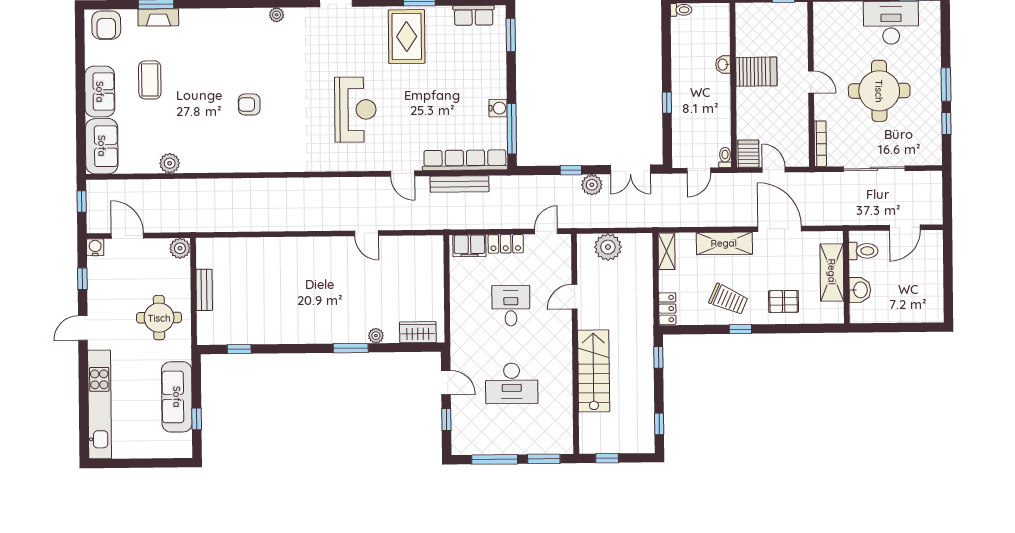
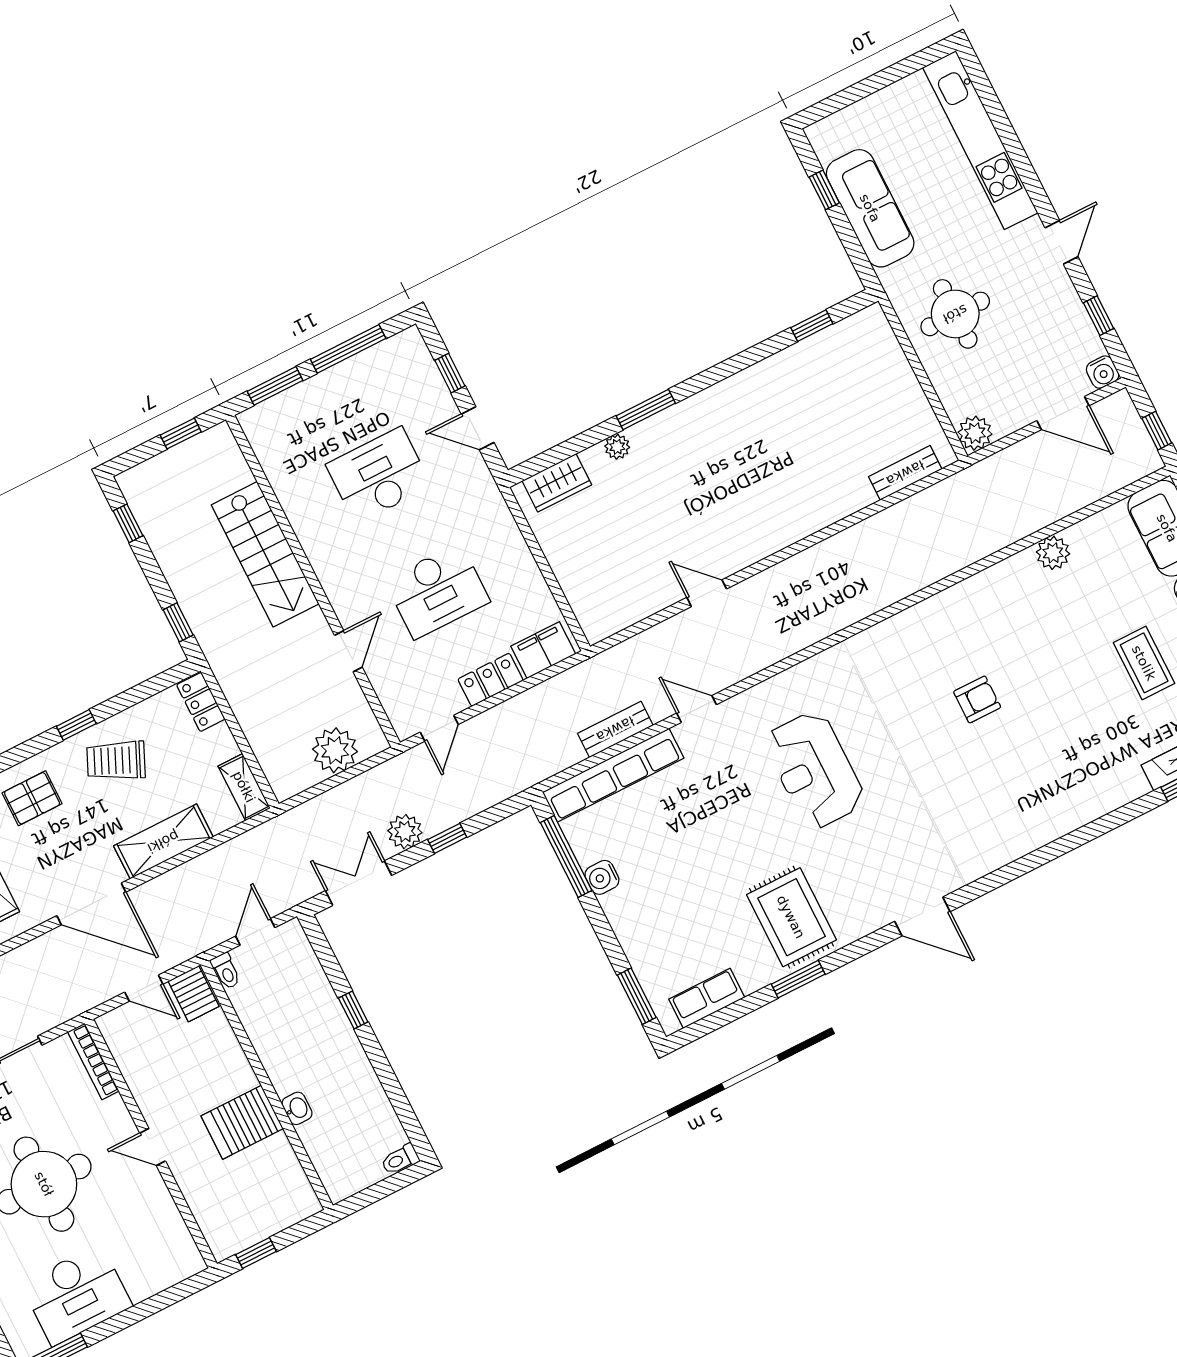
plant: (277, 15) -> (1002, 854), removed
bench: (459, 184) -> (615, 729), width x0.73
bench: (204, 290) -> (905, 473), moved, turned 90
desk: (511, 306) -> (437, 591), width x1.37

